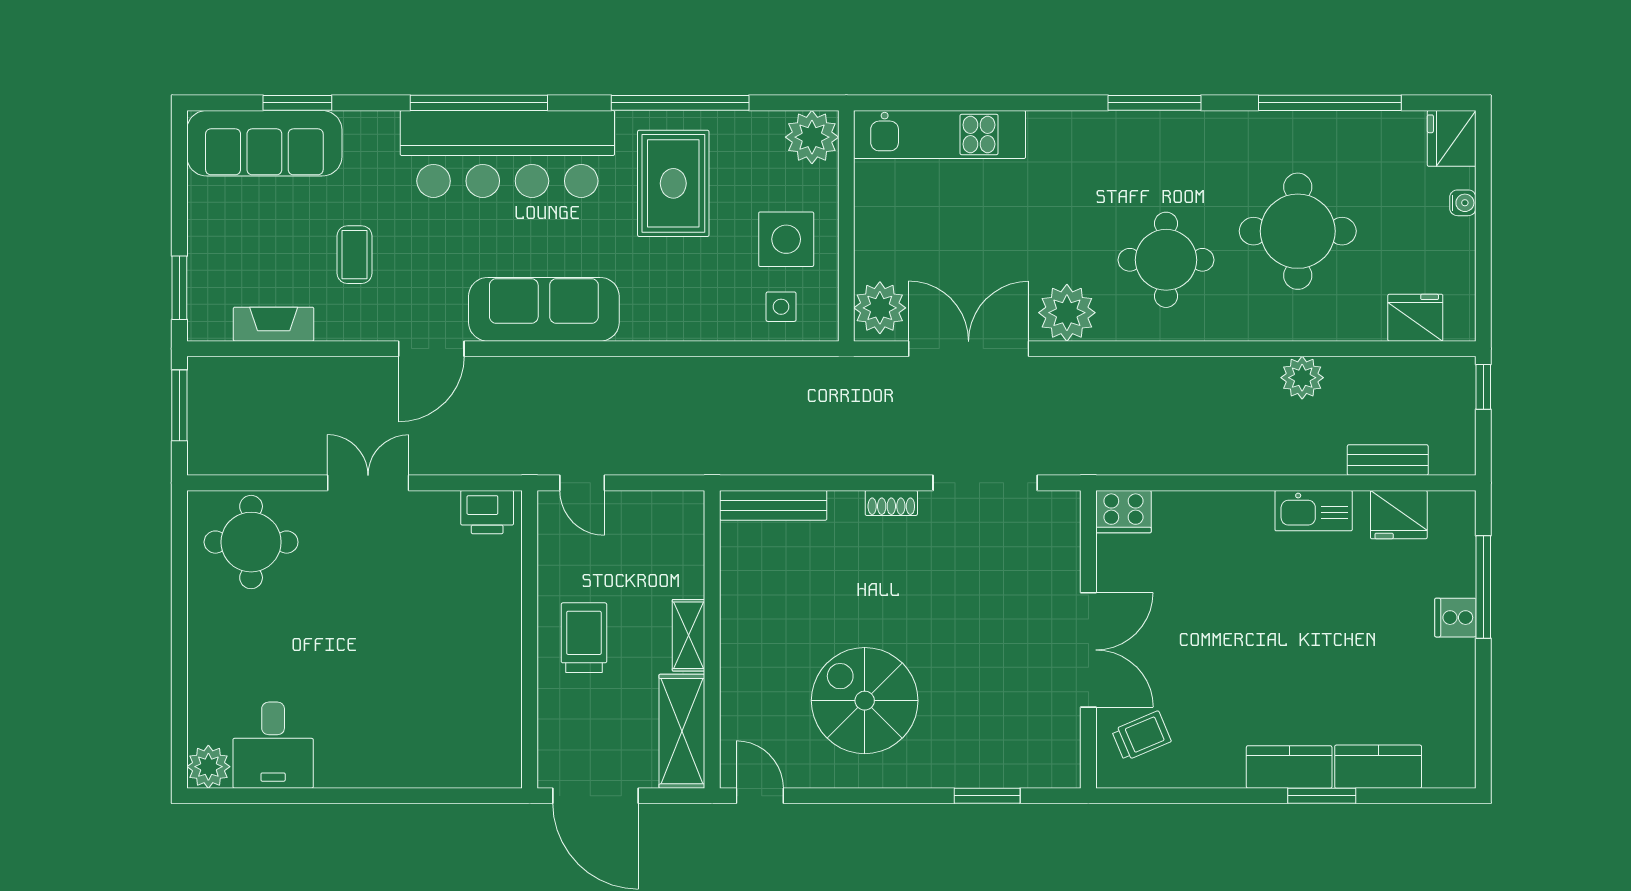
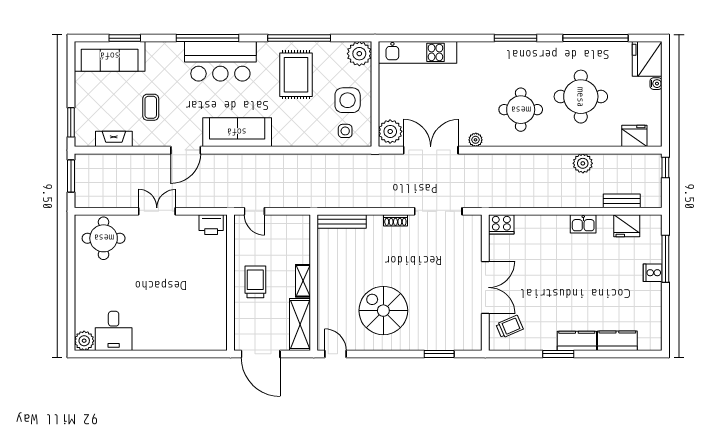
fridge: (1452, 138) -> (647, 59), width x1.36, depth x1.34
bar counter: (507, 154) -> (220, 61), width x0.73
plant: (1067, 313) -> (476, 140), width x0.53, depth x0.53
kitchen sink: (1314, 511) -> (583, 224), width x0.73
window: (1322, 796) -> (558, 354), moved

